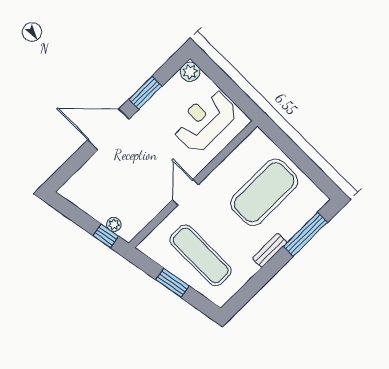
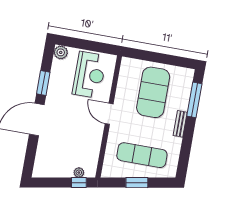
reception desk: (205, 121) -> (89, 75), turned 180
door: (185, 192) -> (109, 114), moved

